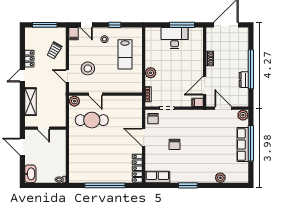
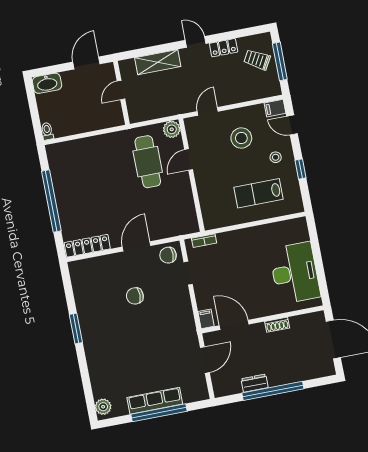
door: (86, 25) -> (292, 125), hinge flipped
window: (182, 25) -> (320, 272), removed
desk: (175, 38) -> (295, 273), width x1.36, depth x1.30
trolley: (54, 50) -> (257, 60), moved
stool: (88, 68) -> (241, 138), moved
plant: (151, 73) -> (238, 238), removed
plant: (243, 115) -> (200, 392), removed
row of seats: (157, 177) -> (80, 279), removed
plant: (220, 178) -> (103, 407), moved

